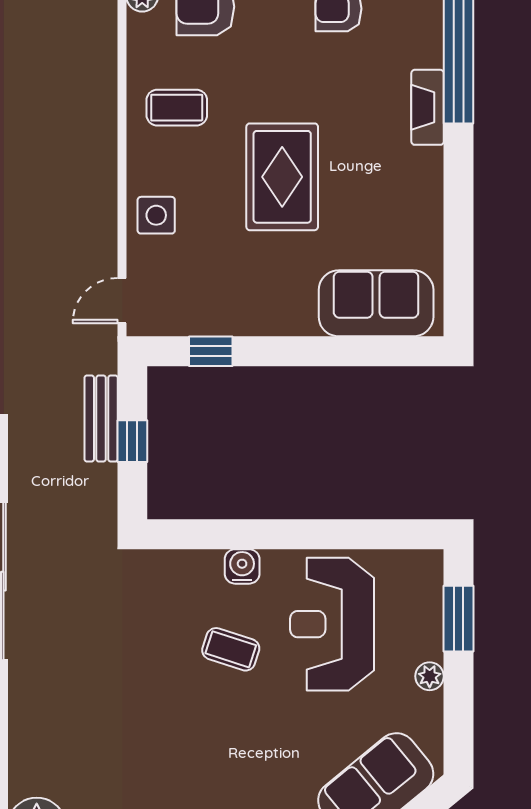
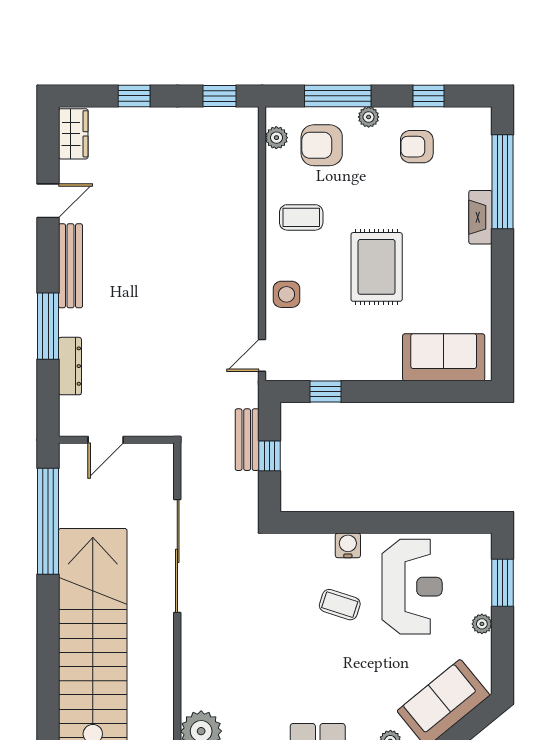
reception desk: (332, 624) -> (412, 587), turned 180

